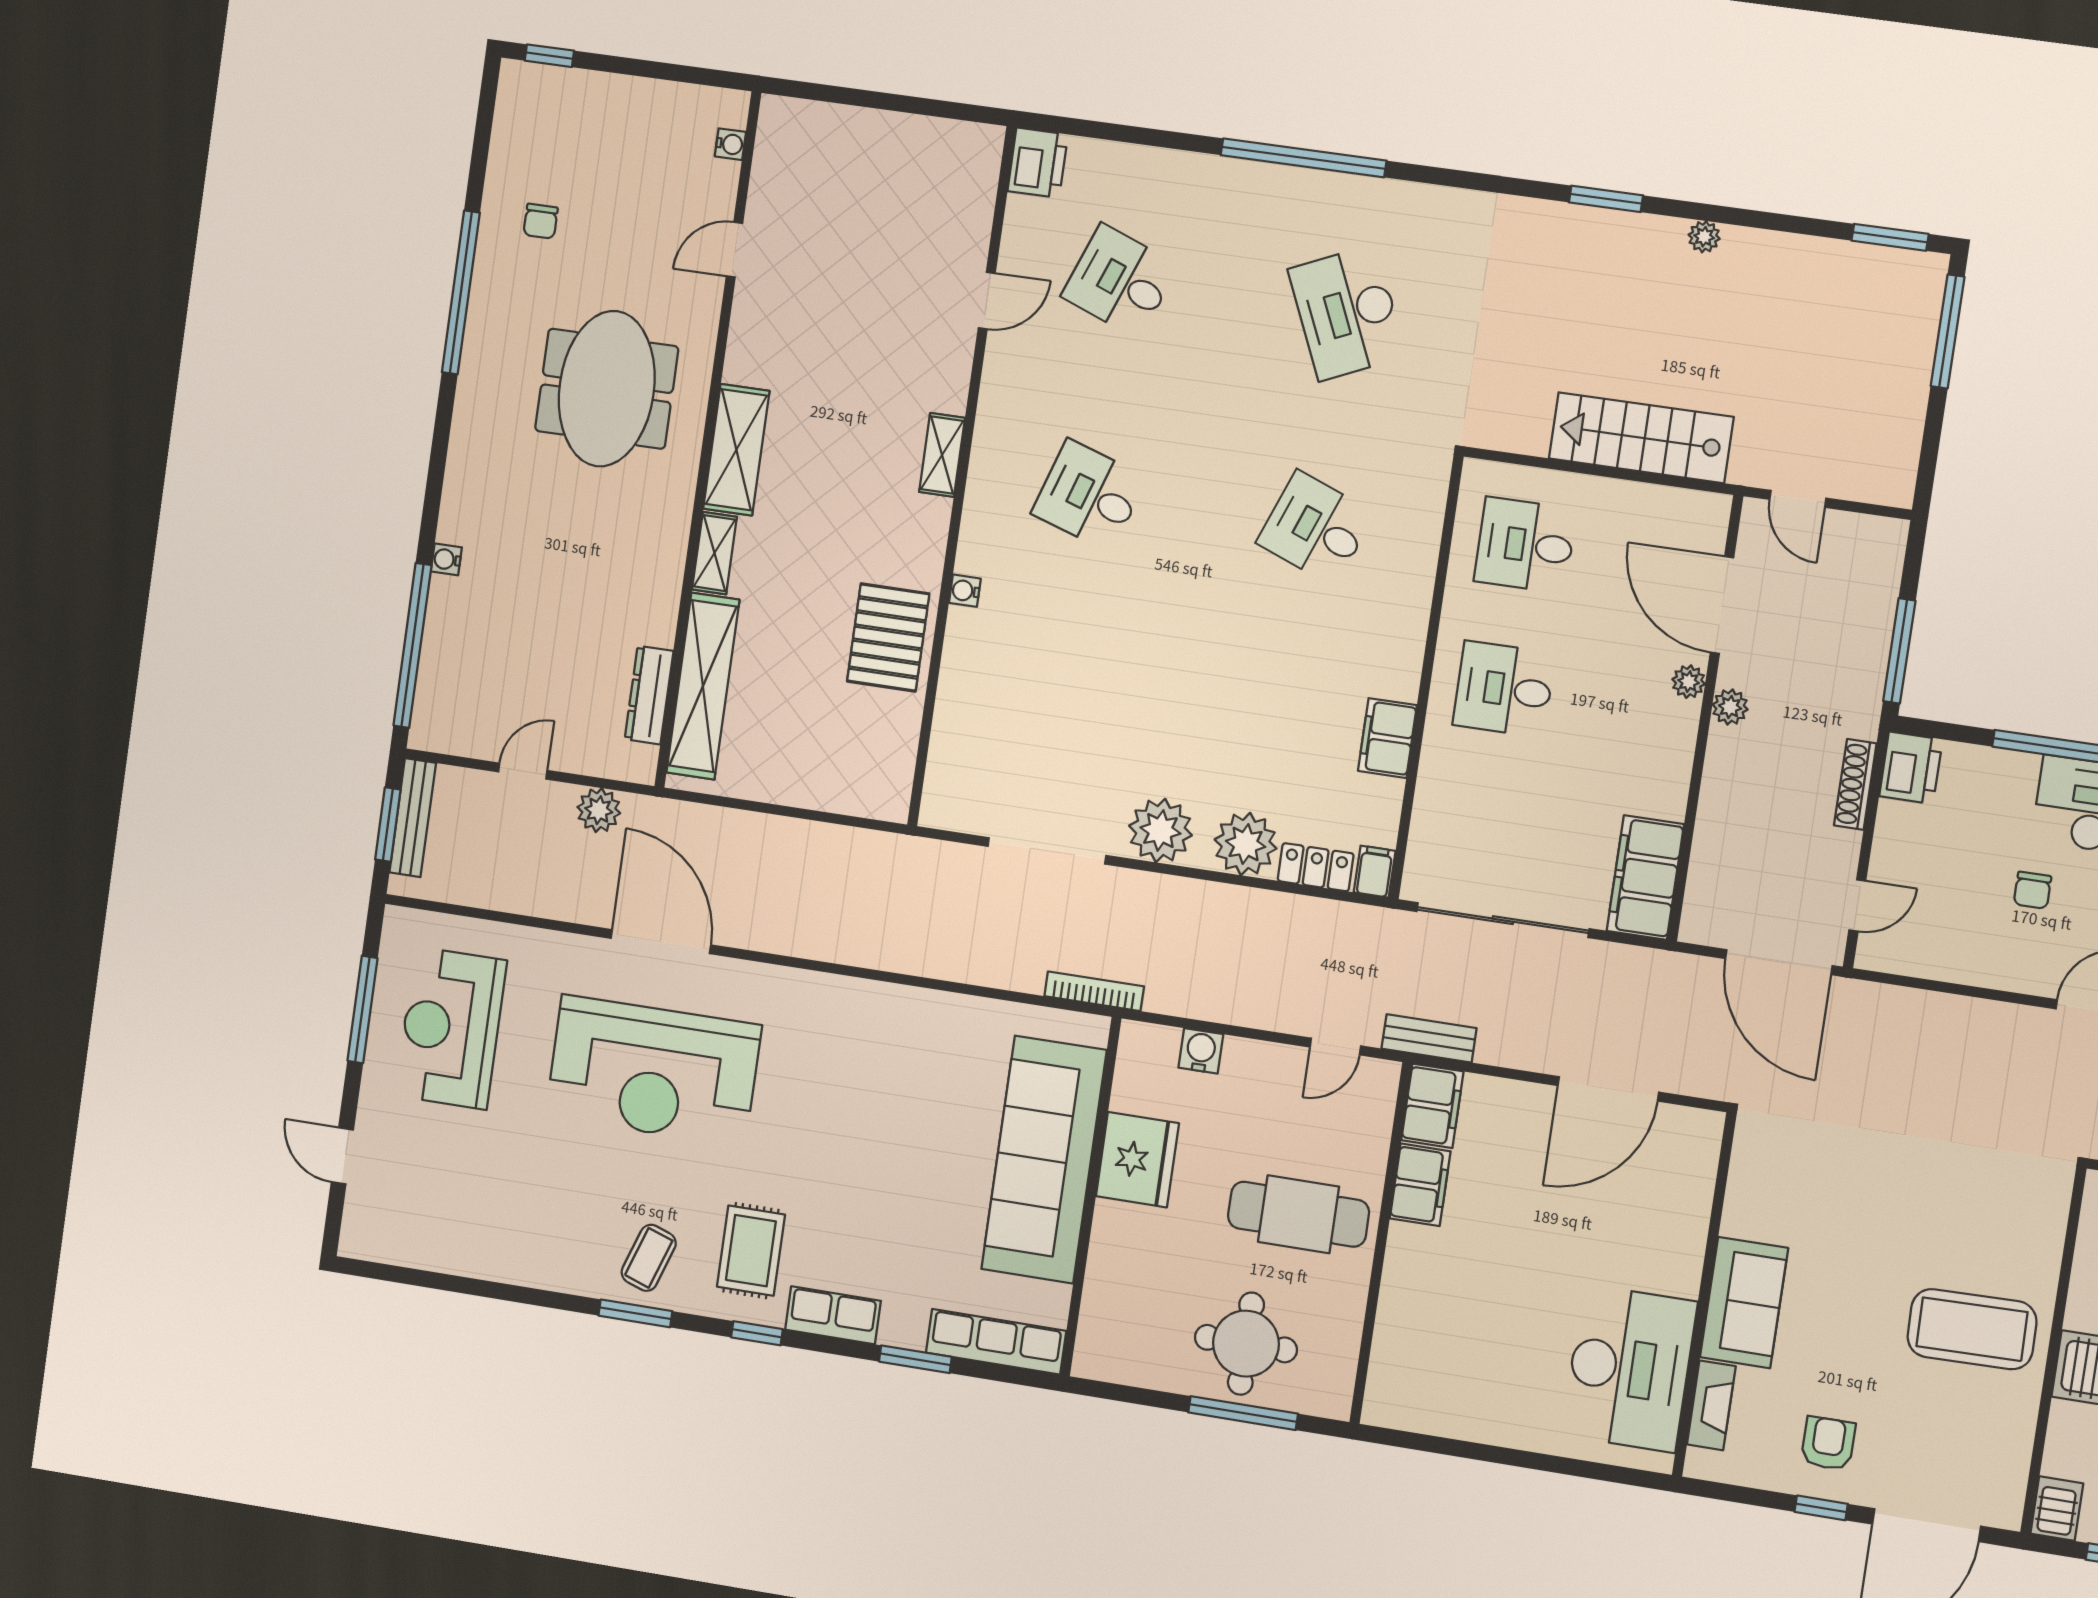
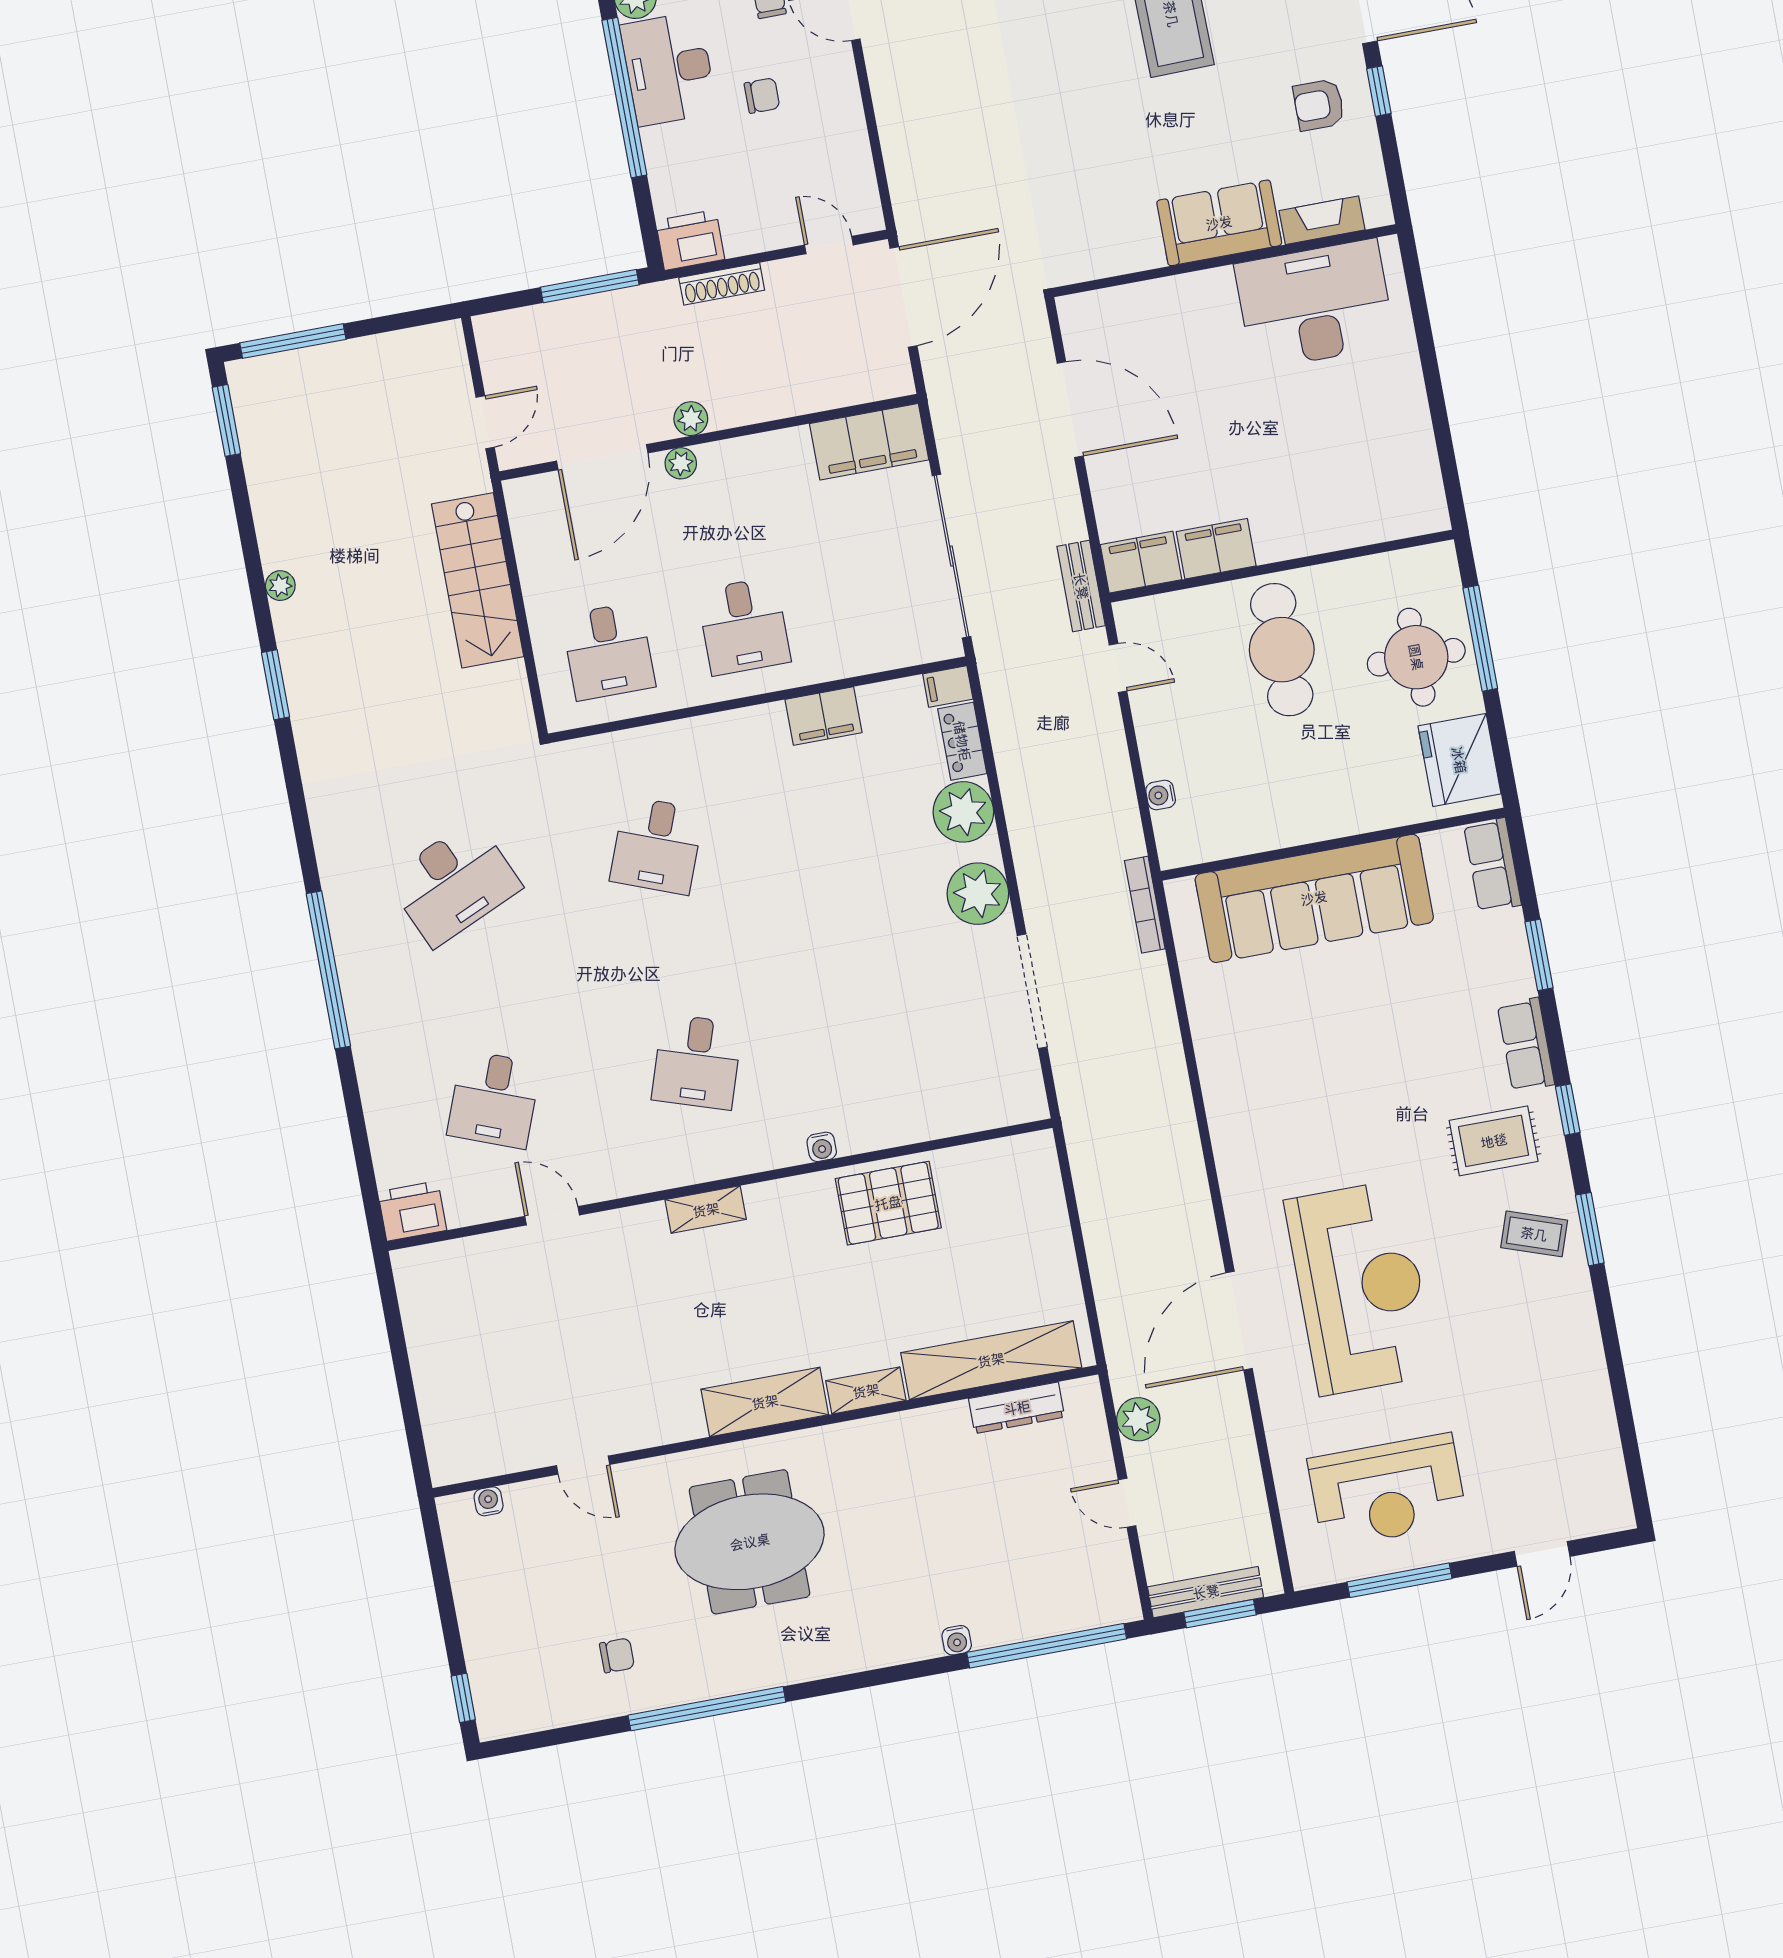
water cooler: (1201, 1051) -> (1161, 795), width x0.72, depth x0.72
fridge: (1137, 1160) -> (1459, 760), moved, turned -90
row of seats: (996, 1342) -> (1492, 865), width x0.68

